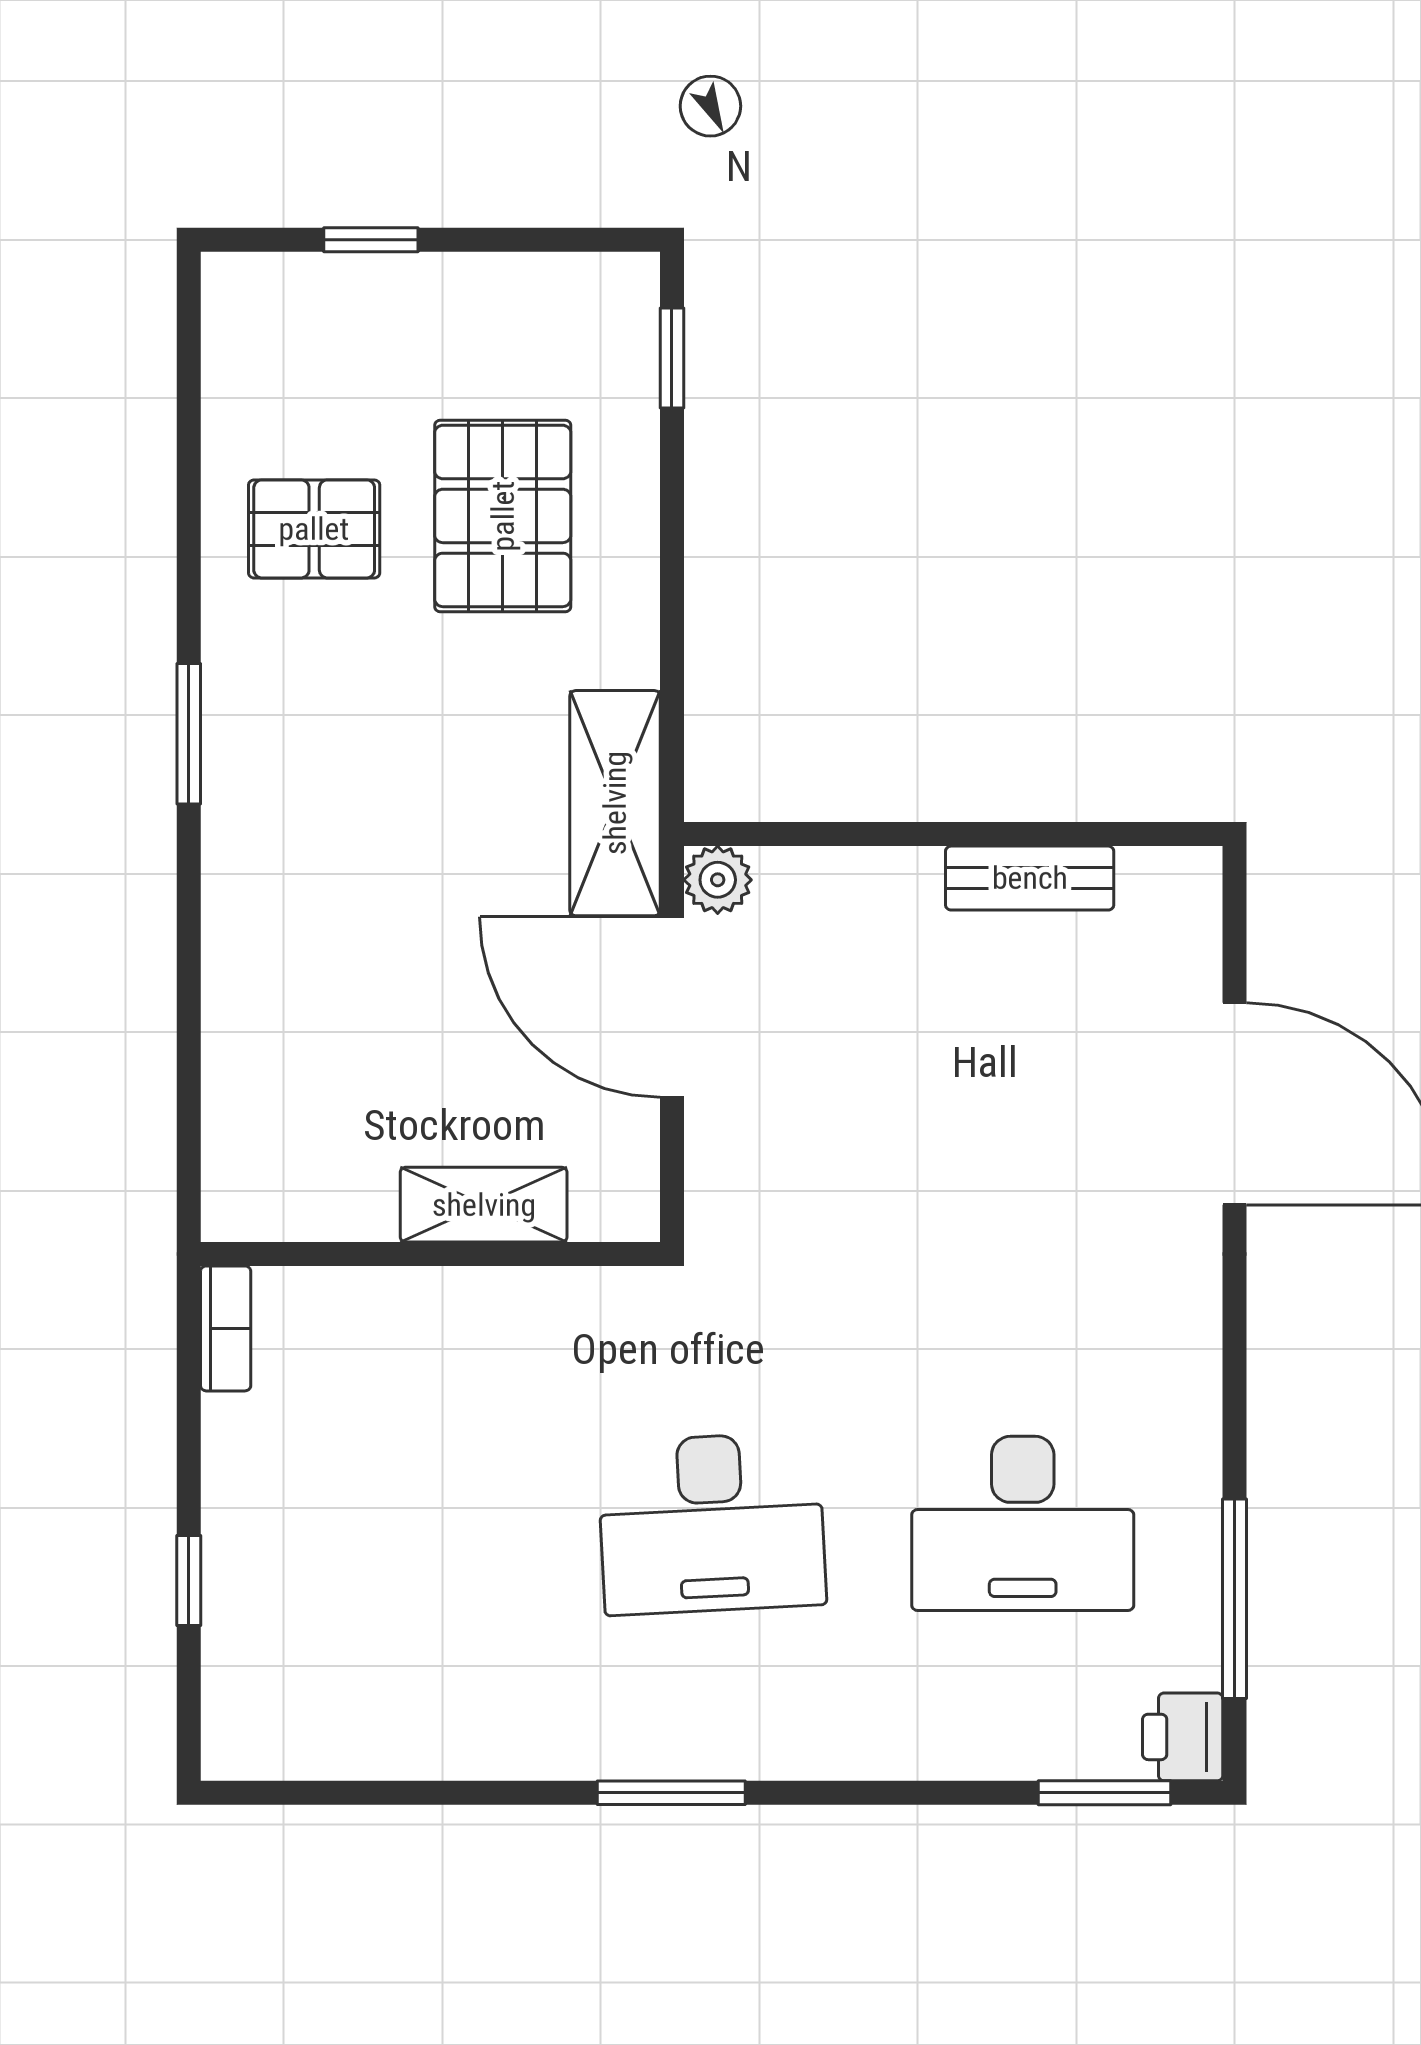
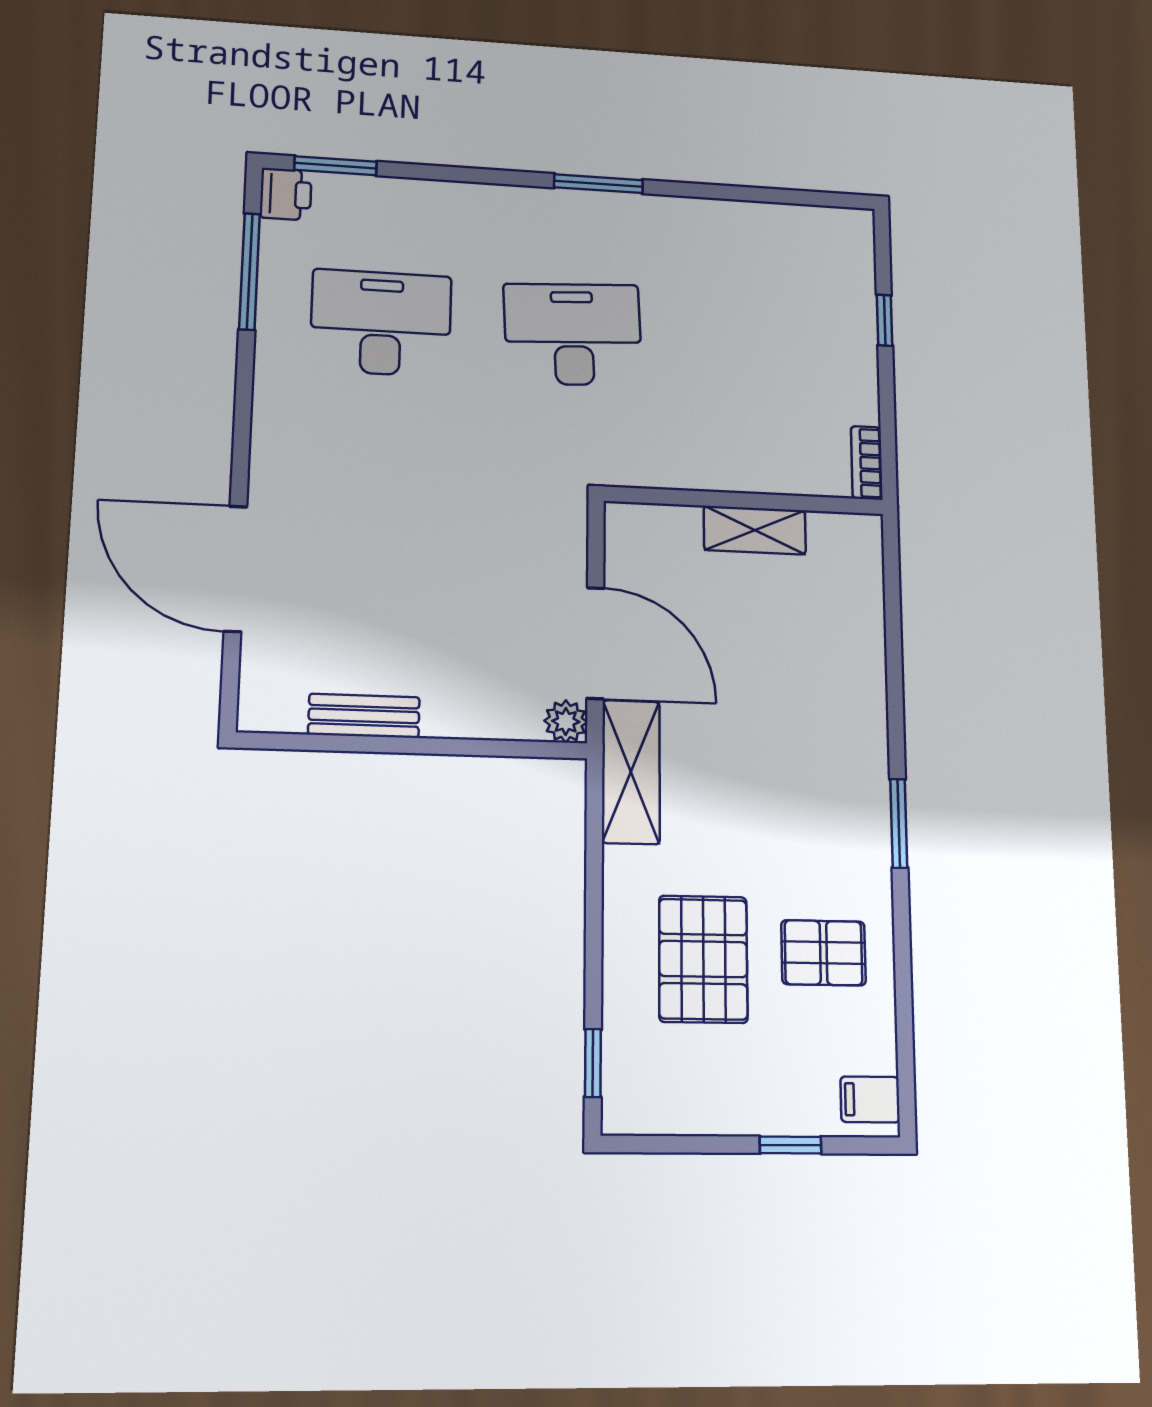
filing cabinet: (246, 308) -> (870, 1099), added
shelving: (484, 1205) -> (755, 530), moved

